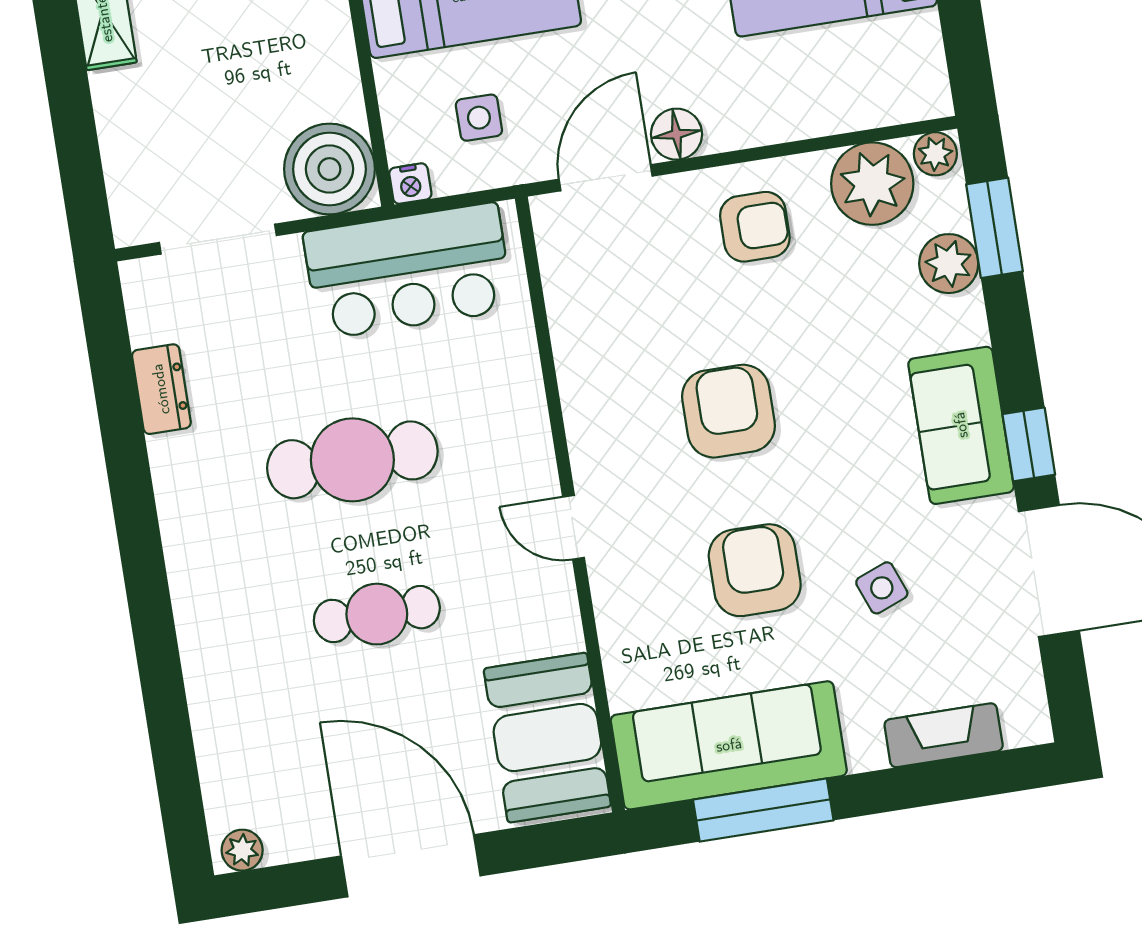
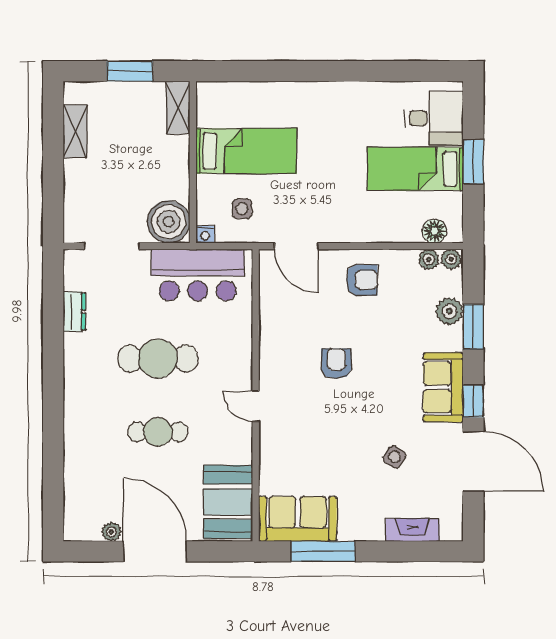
floor lamp: (676, 134) -> (435, 231), moved
door: (606, 178) -> (296, 246), swing flipped
plant: (872, 184) -> (429, 259), width x0.53, depth x0.53
window: (995, 228) -> (473, 327), moved
armchair: (728, 411) -> (336, 364), width x0.72, depth x0.72
armchair: (755, 570) -> (337, 439), removed
side table: (882, 588) -> (394, 457), turned -35
sofa: (729, 745) -> (298, 519), width x0.73
plant: (242, 850) -> (111, 532), moved

